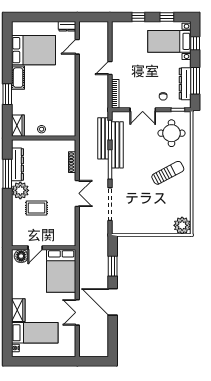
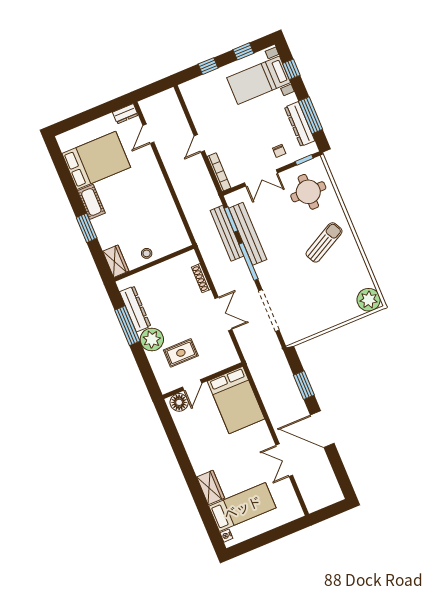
door: (35, 248) -> (192, 385), moved
wall: (44, 248) -> (203, 381), moved
floor lamp: (21, 256) -> (179, 402), moved
bed: (61, 271) -> (236, 400), moved

